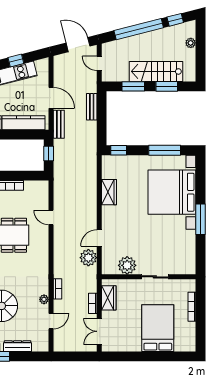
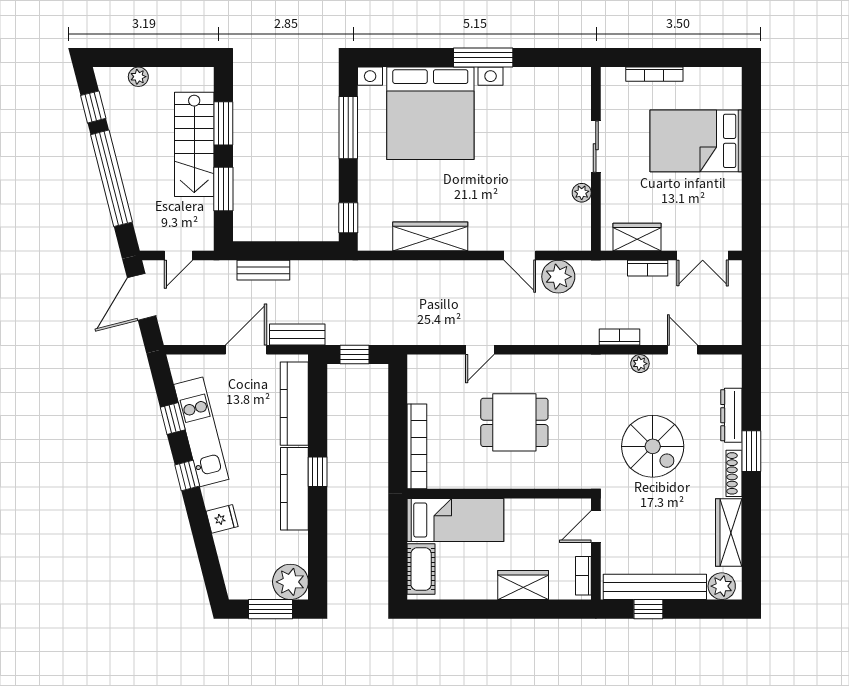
wardrobe: (109, 192) -> (430, 236), width x1.50
plant: (127, 265) -> (582, 193), width x0.53, depth x0.53

